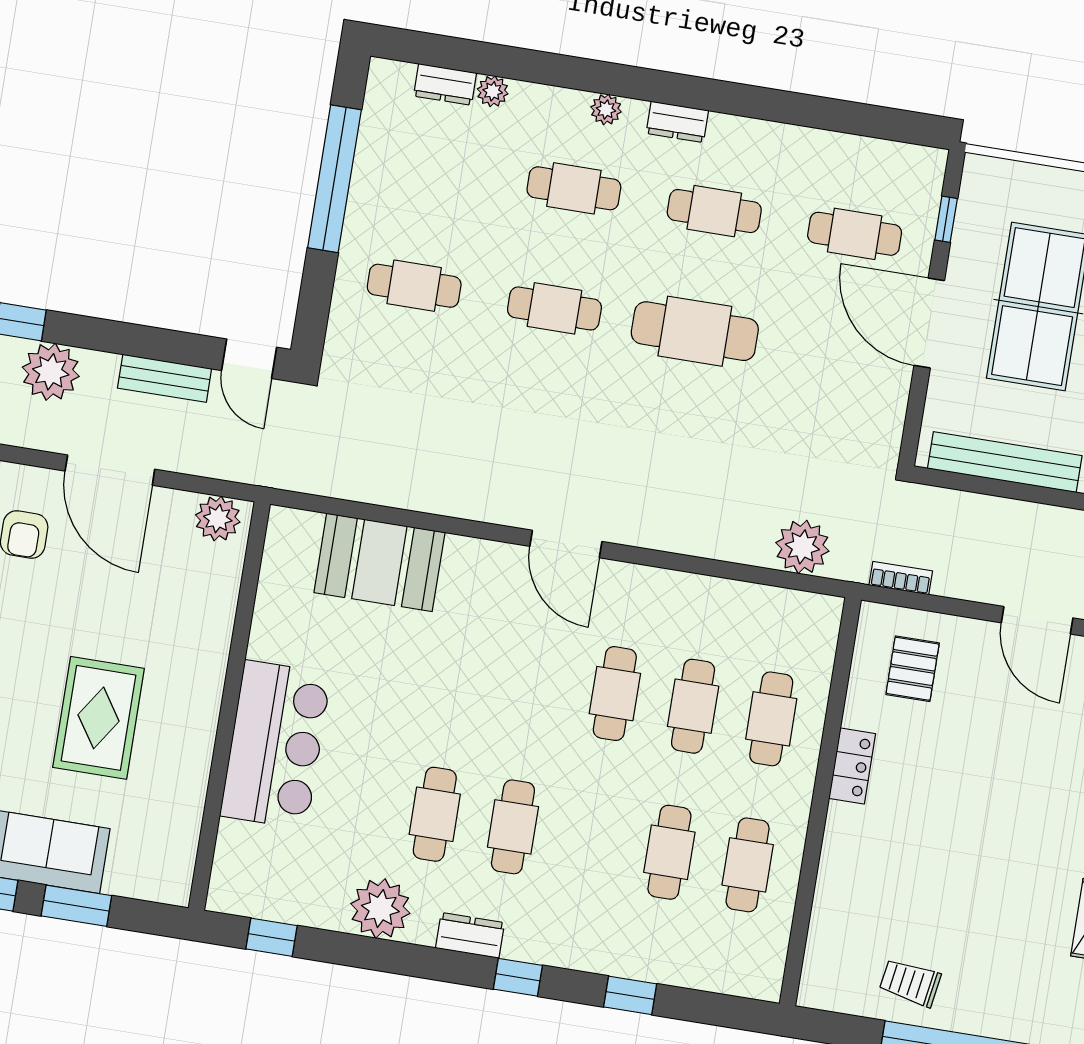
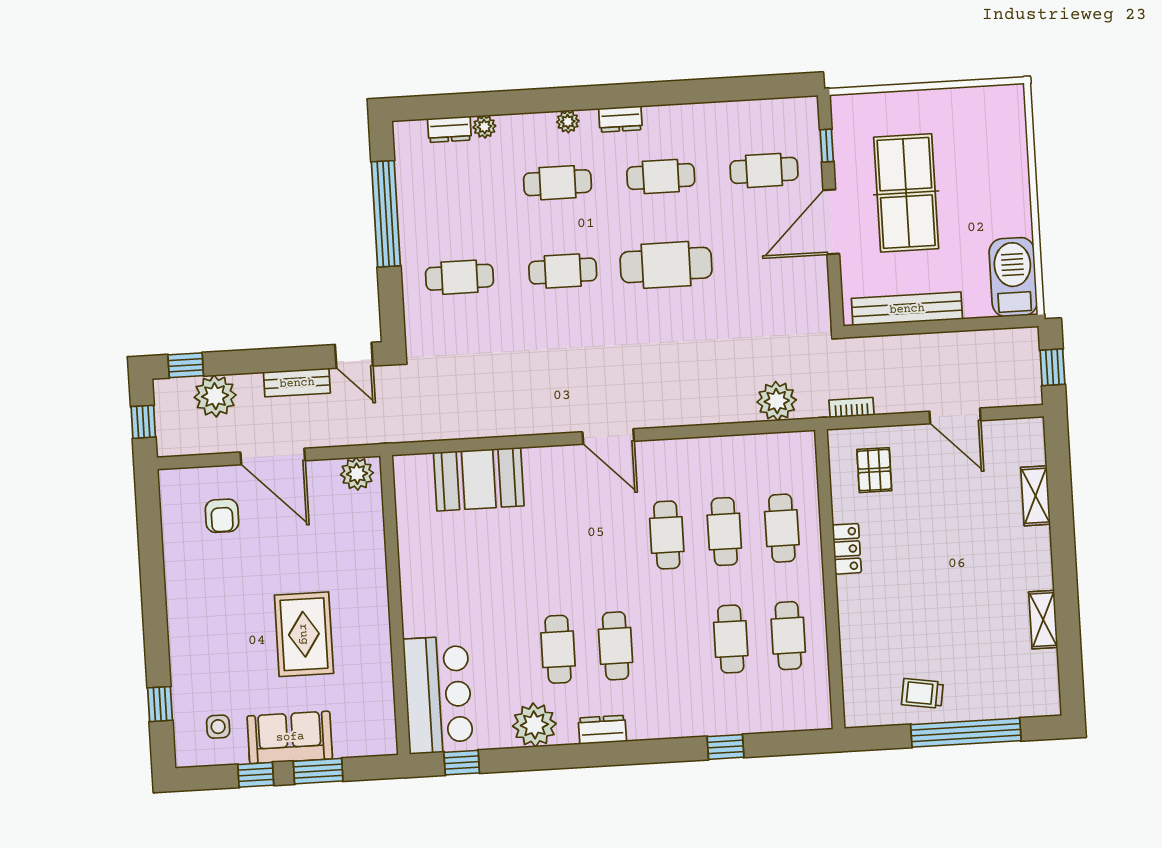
door: (929, 323) -> (831, 222), hinge flipped
bar counter: (276, 745) -> (438, 695), moved
window: (518, 977) -> (643, 752), removed

